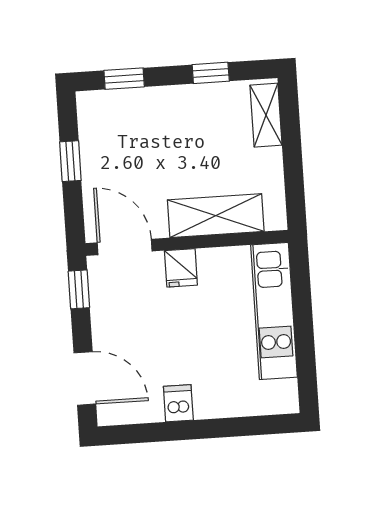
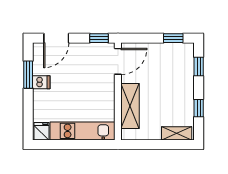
window: (70, 161) -> (173, 38), moved
fridge: (181, 268) -> (41, 131), moved, turned 90
window: (165, 432) -> (28, 75), added

